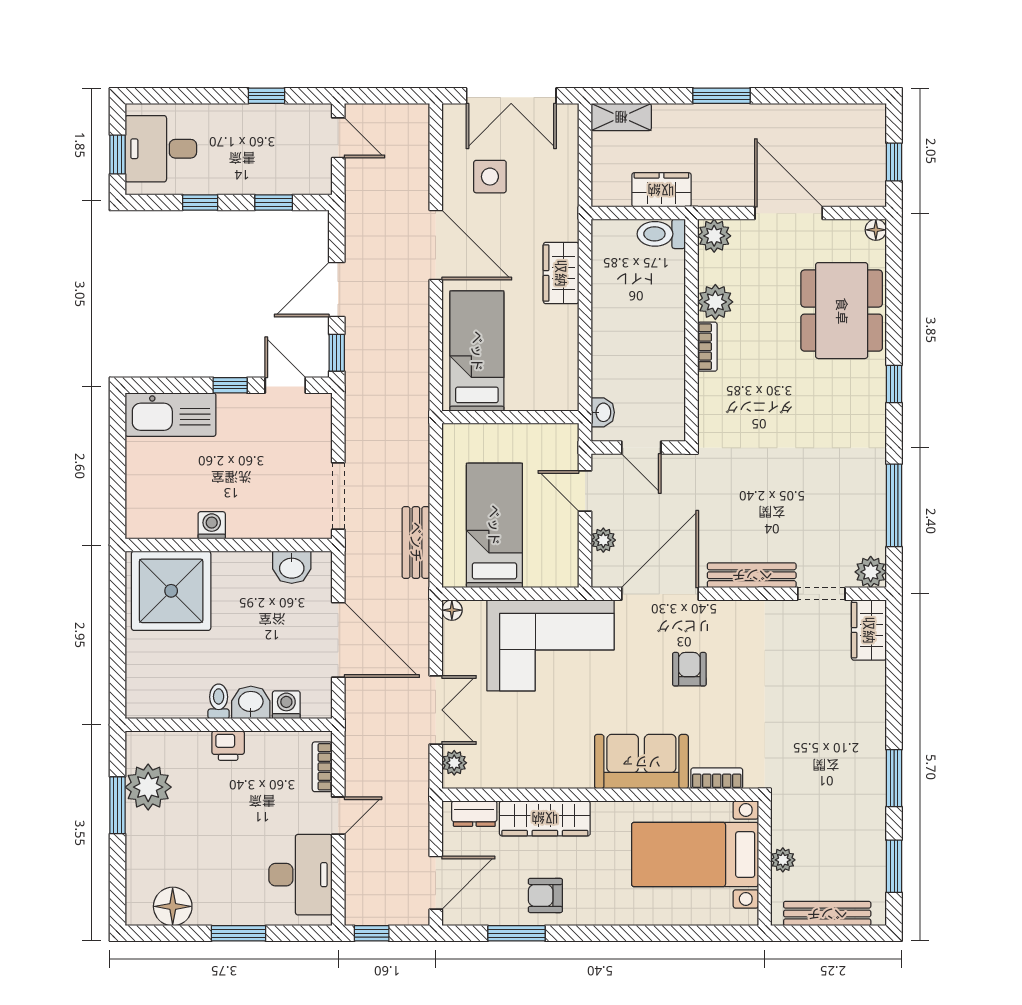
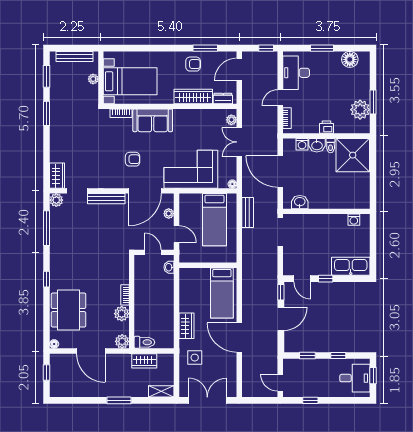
side table: (490, 177) -> (195, 358), moved
washing machine: (212, 525) -> (354, 220), moved
shower: (171, 591) -> (353, 155), moved
armchair: (689, 669) -> (133, 159), turned -90

